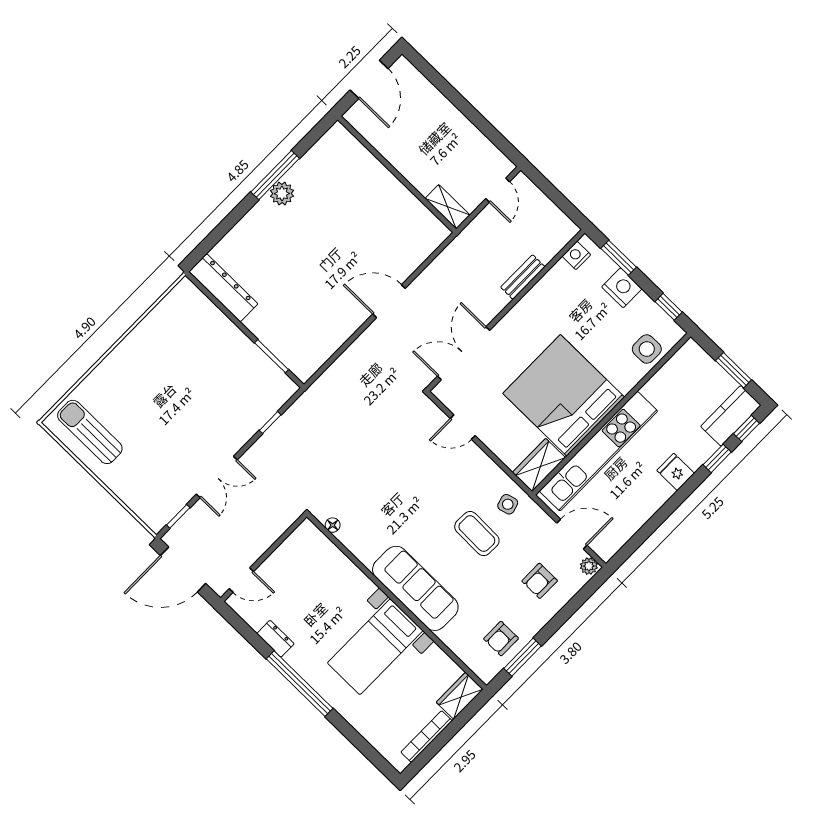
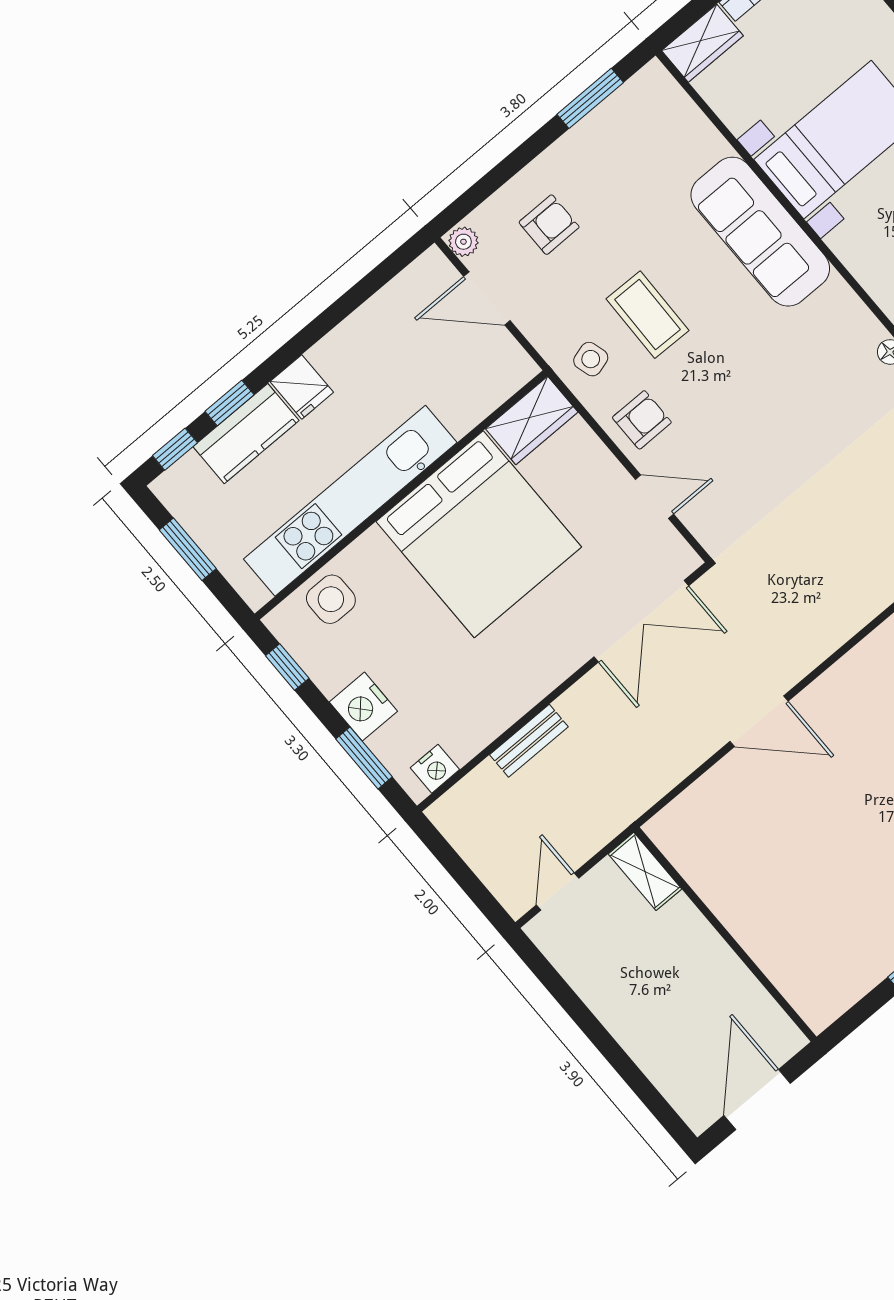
kitchen counter: (731, 416) -> (246, 434), moved
kitchen unit: (599, 451) -> (350, 501), moved
armchair: (501, 639) -> (642, 420), moved

